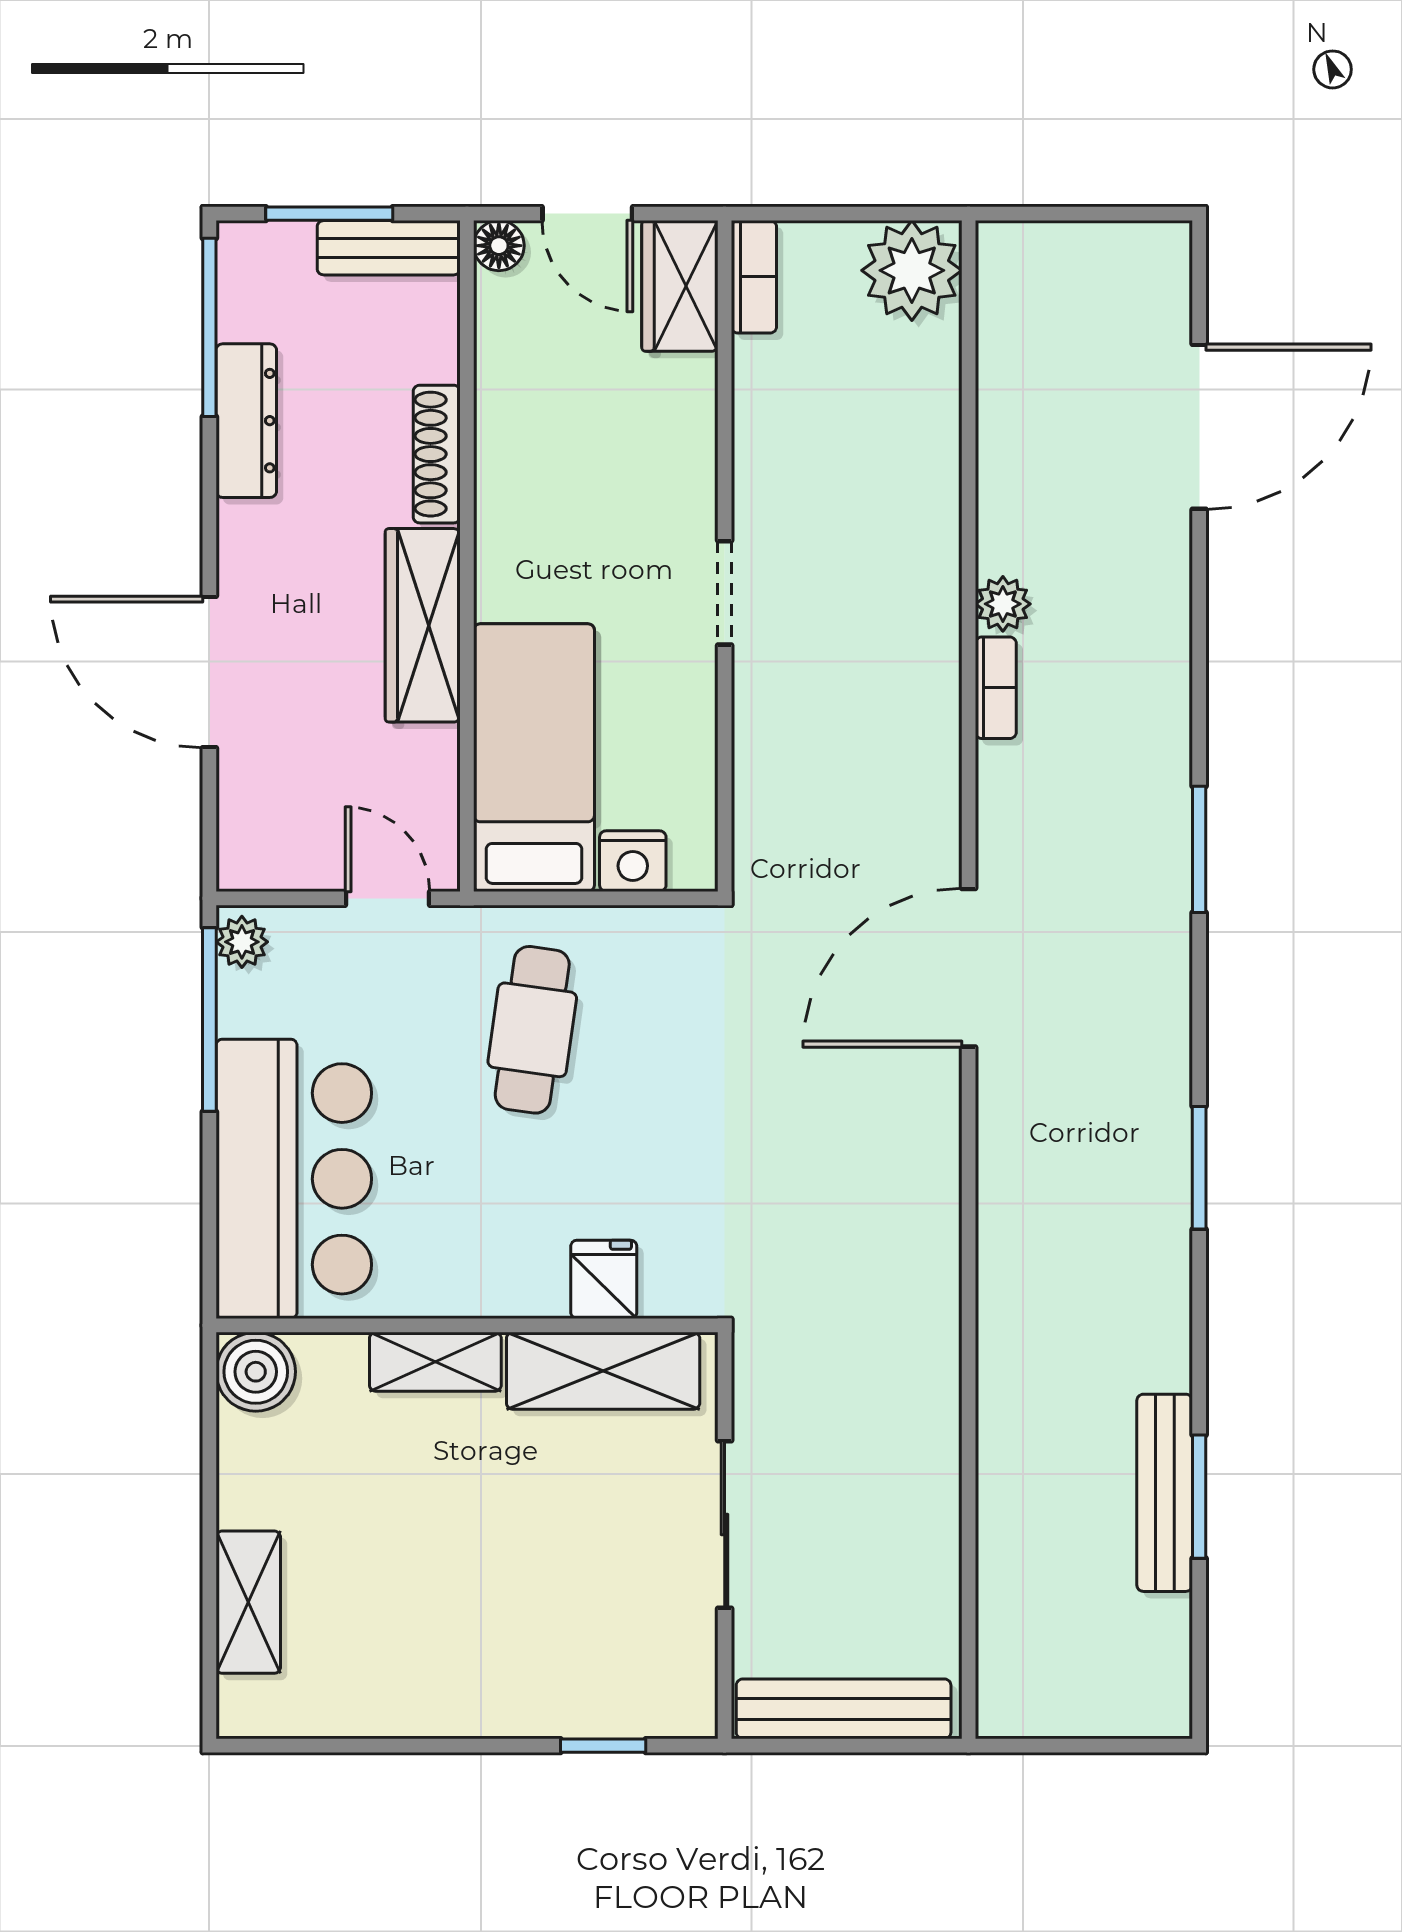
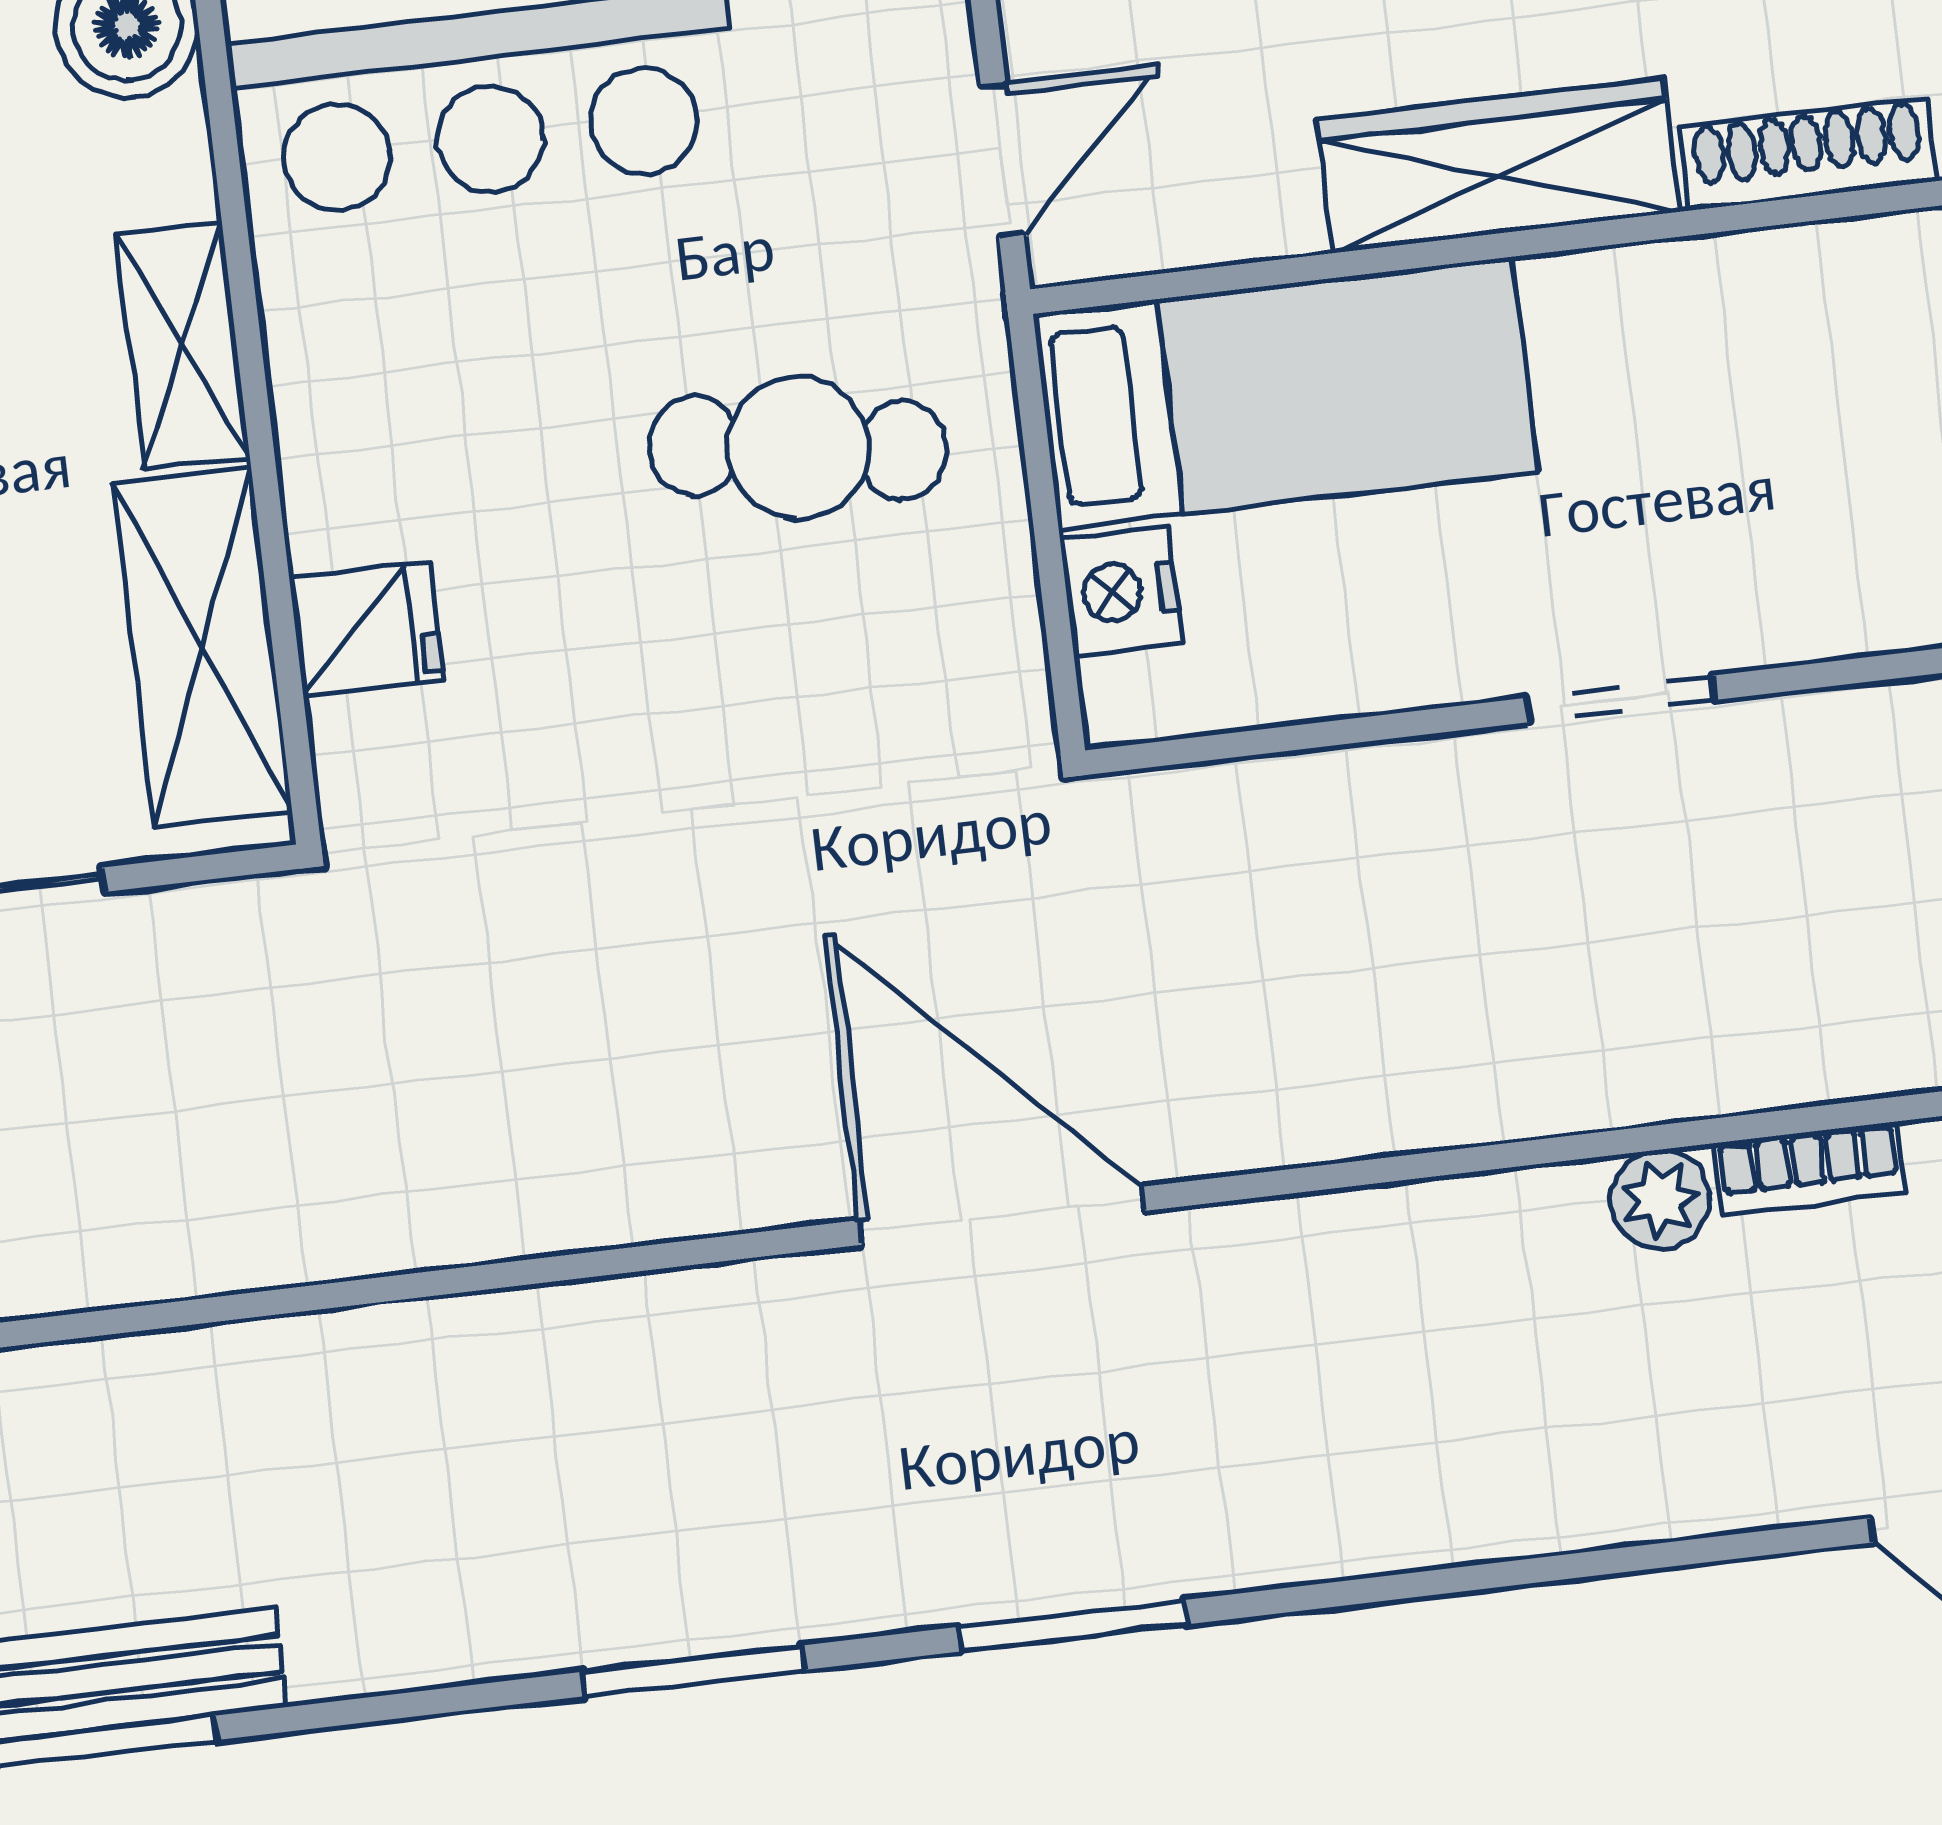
bookcase: (996, 688) -> (1809, 1169), moved
window: (1199, 849) -> (1072, 1626), moved

